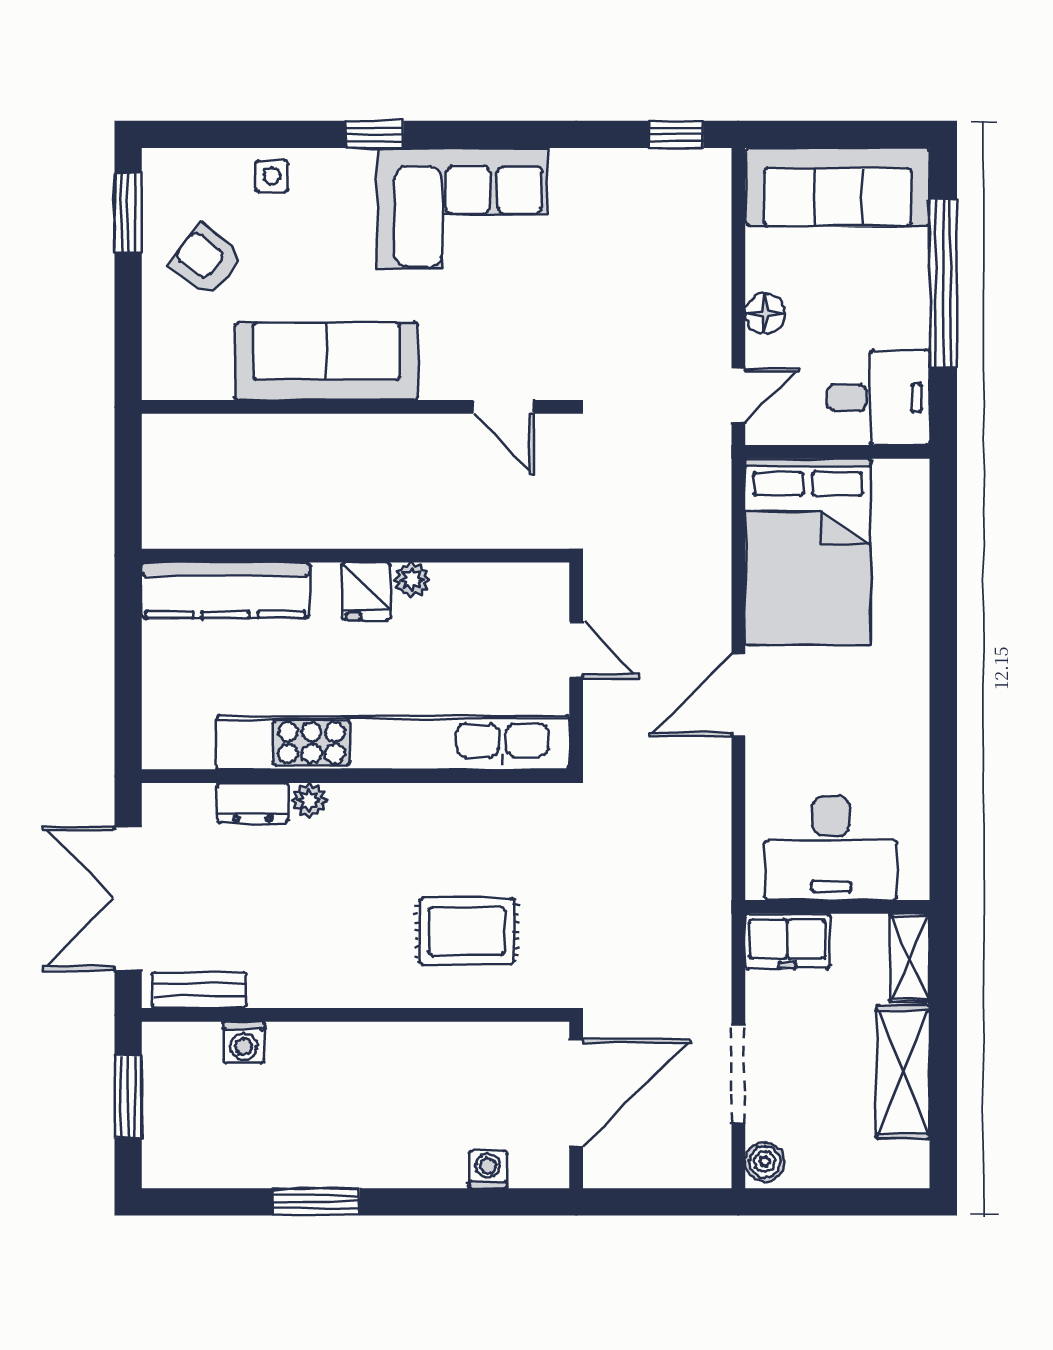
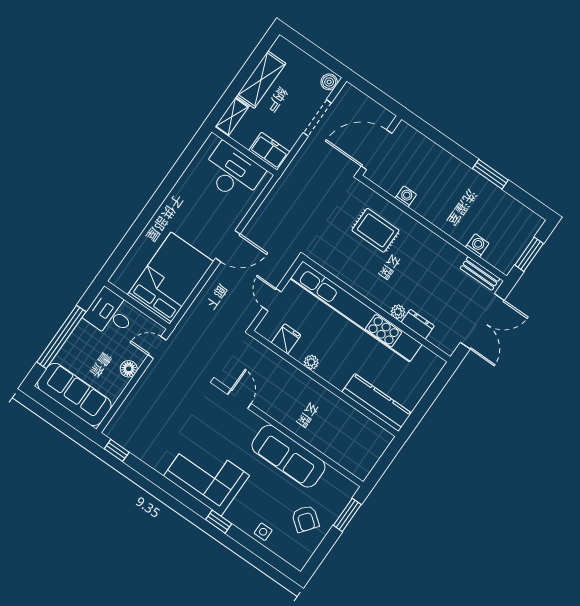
window: (128, 213) -> (347, 515), moved
fridge: (366, 591) -> (286, 339), moved
washing machine: (488, 1169) -> (406, 196), moved, turned 180

